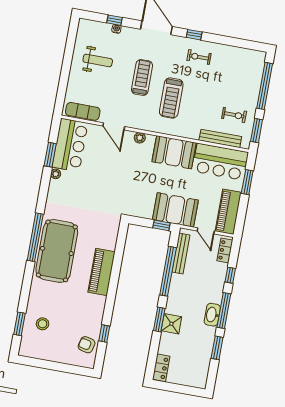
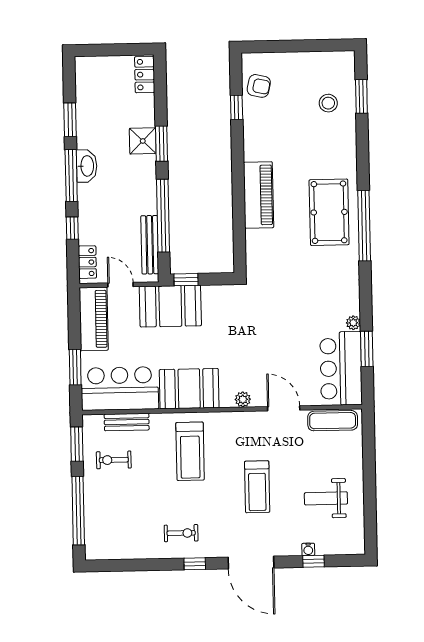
treadmill: (171, 98) -> (190, 451), moved, turned 180
bench: (220, 138) -> (127, 422), width x0.73
pool table: (57, 251) -> (329, 212), width x0.73, depth x0.76

